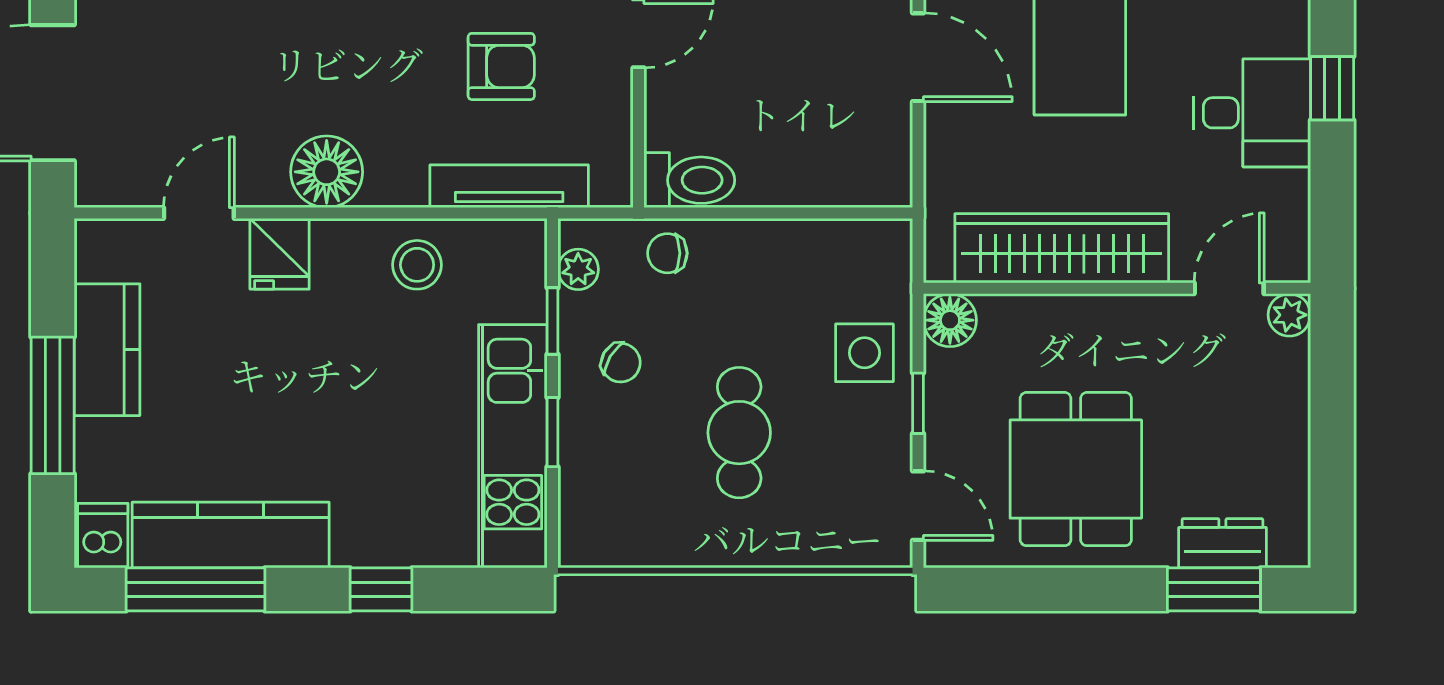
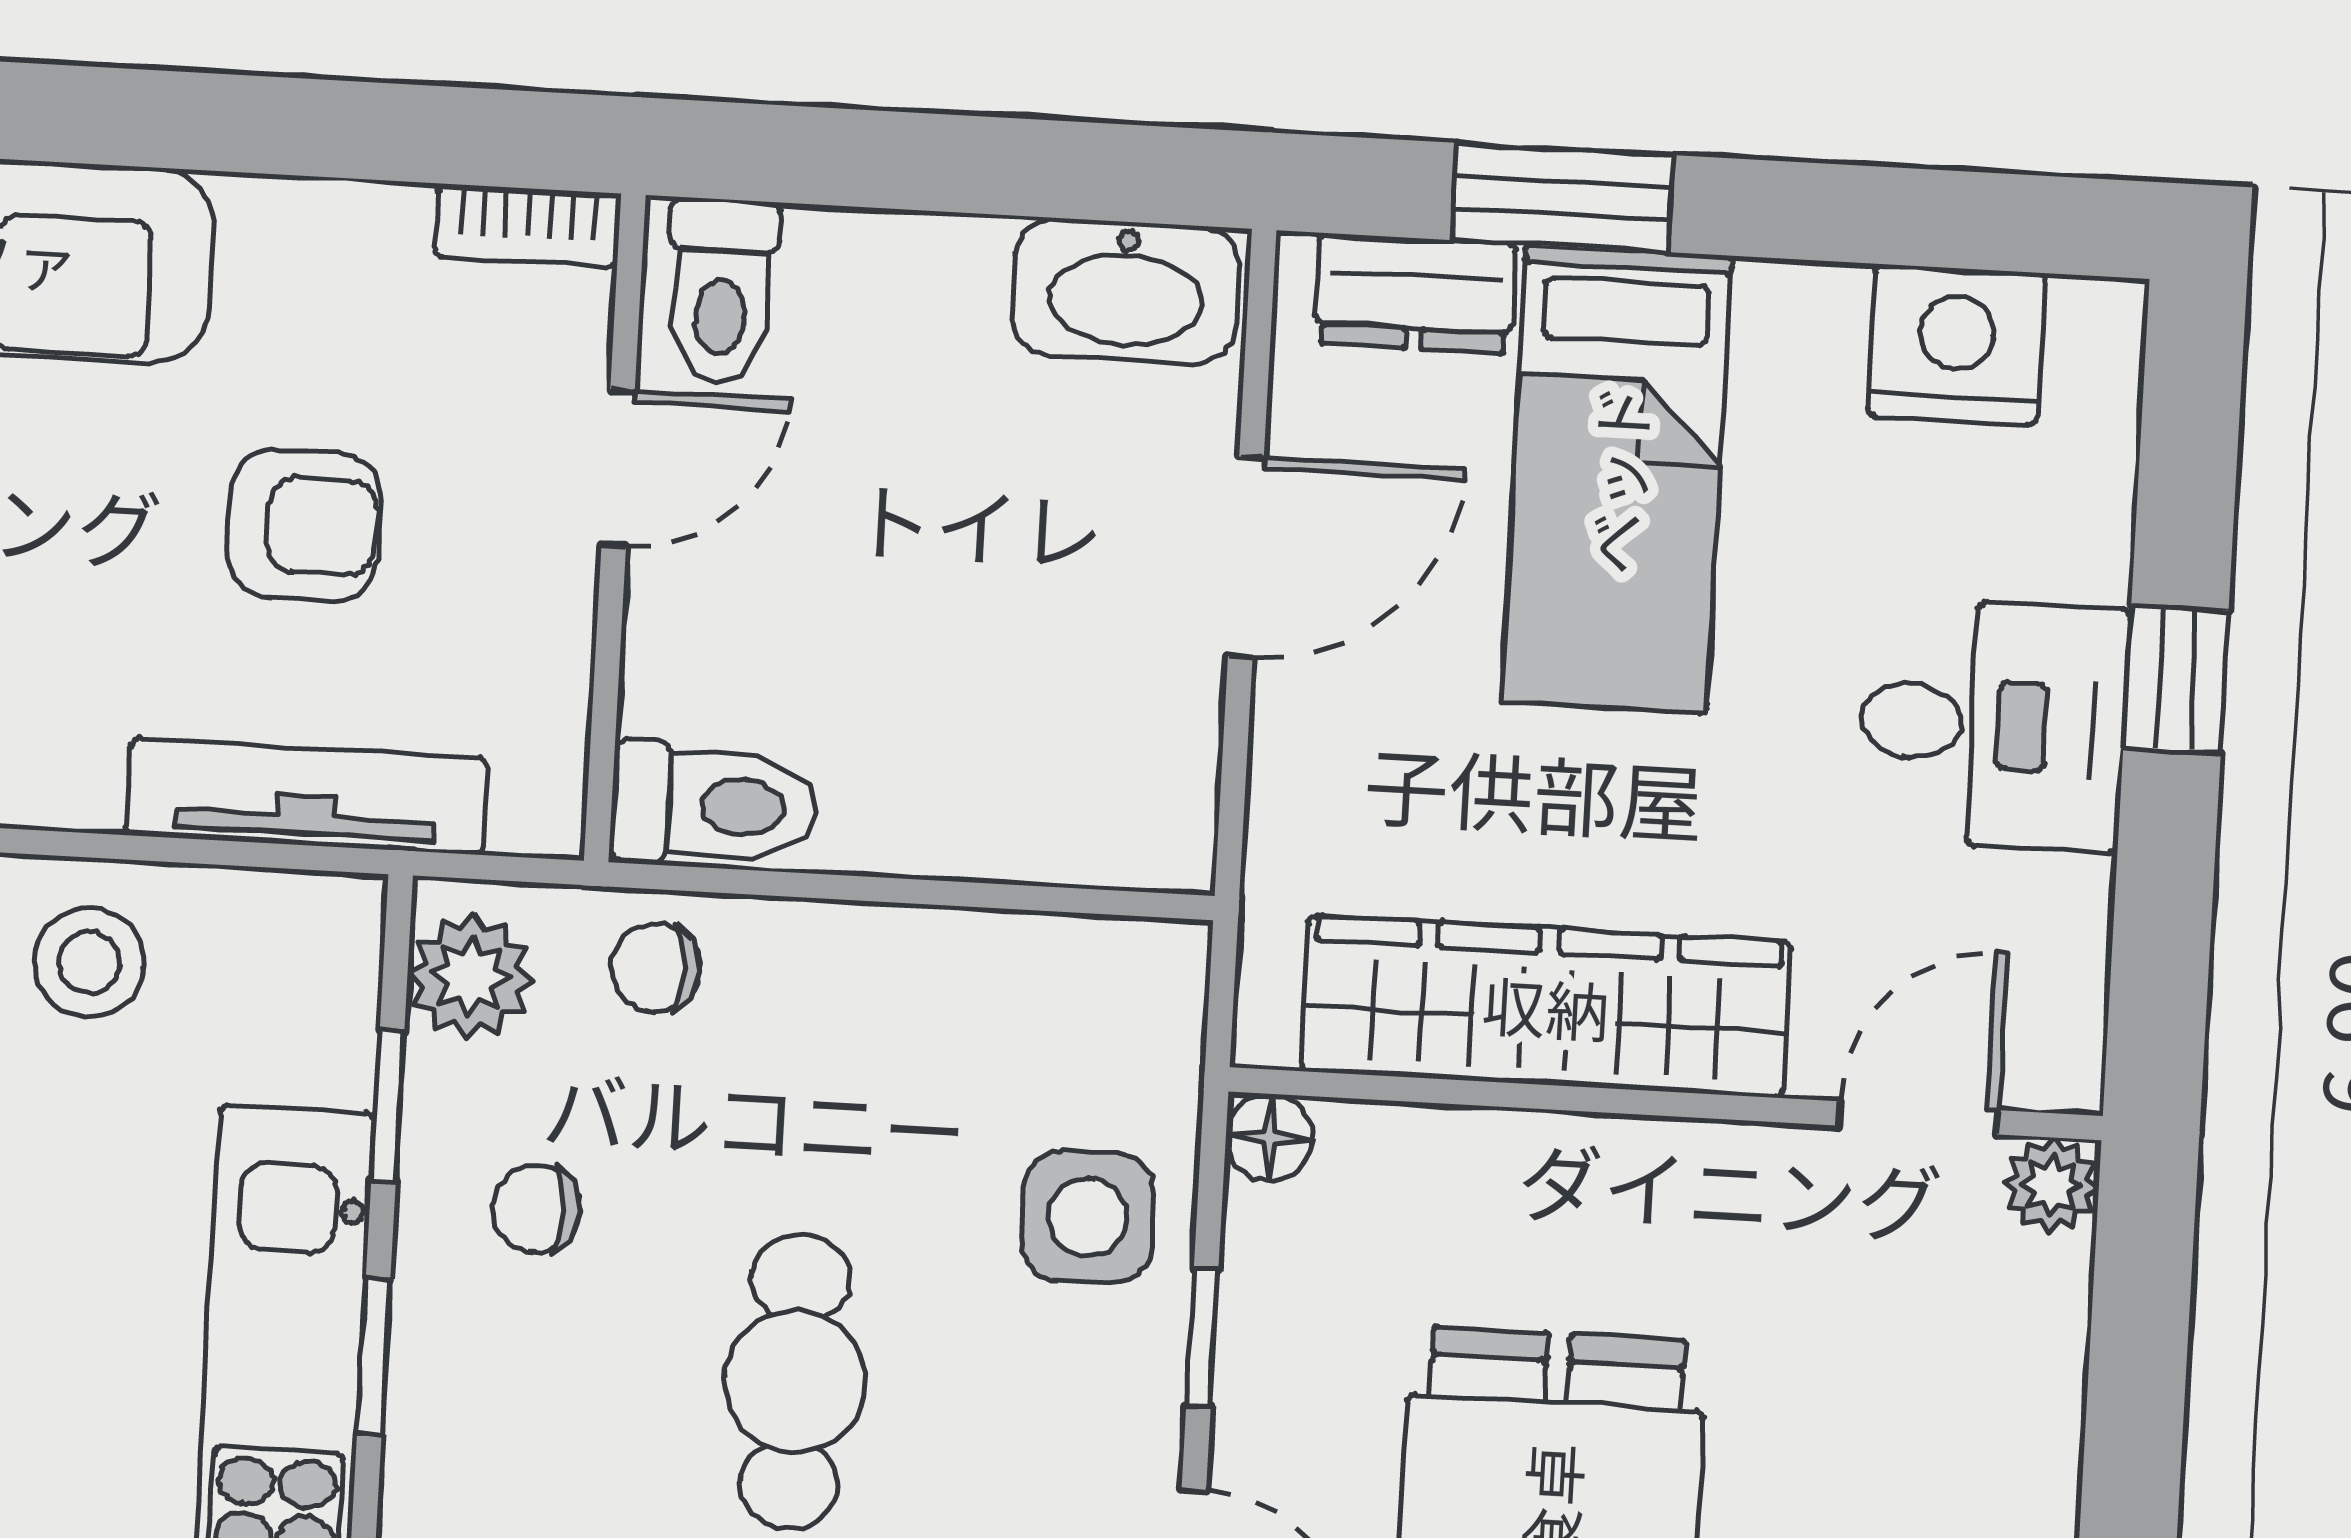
door: (918, 57) -> (1246, 557), hinge flipped
plant: (578, 269) -> (470, 977), width x1.38, depth x1.38
floor lamp: (950, 320) -> (1269, 1137), width x0.73, depth x0.73
chair: (621, 363) -> (536, 1209), turned 149

